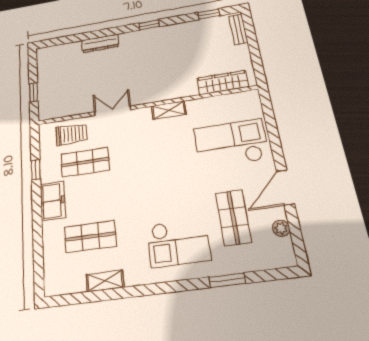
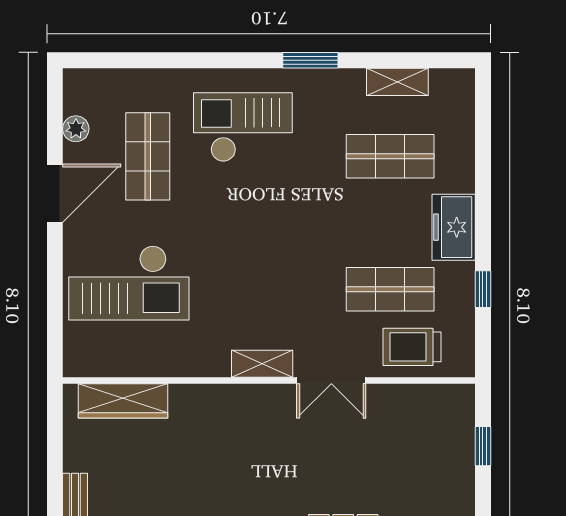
shelving: (169, 110) -> (262, 364), moved
window: (227, 280) -> (310, 60), moved
shelving: (105, 281) -> (397, 82), moved

